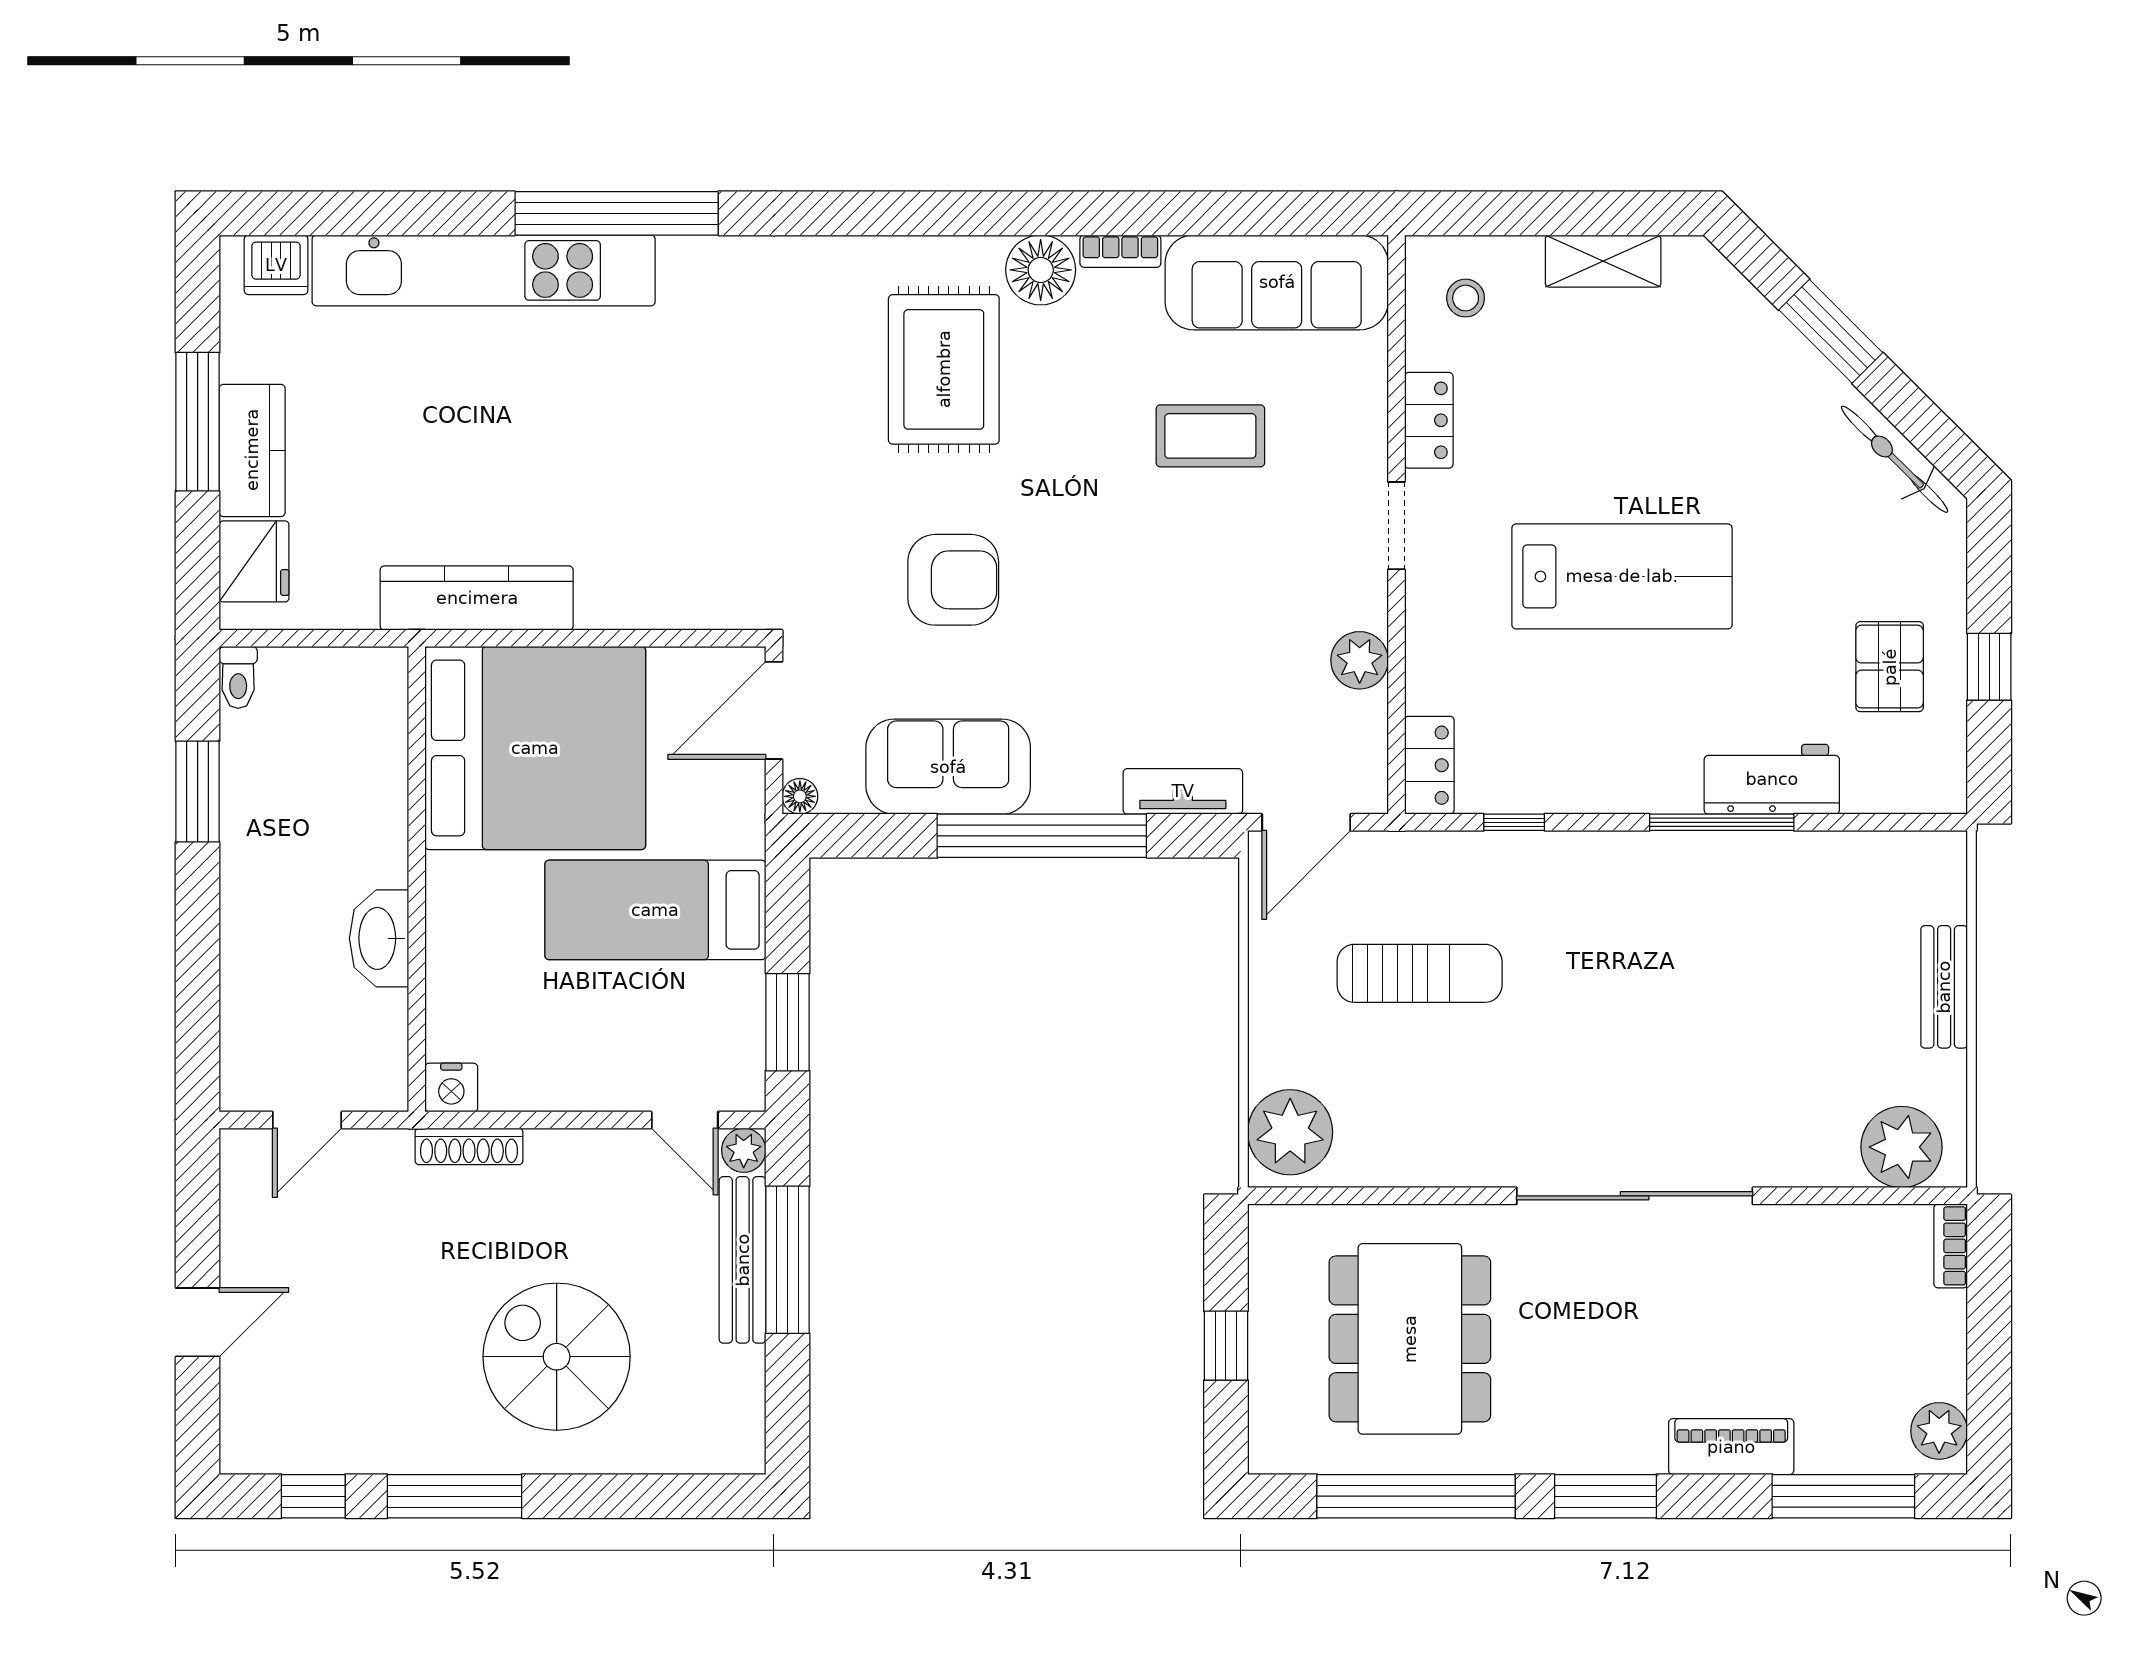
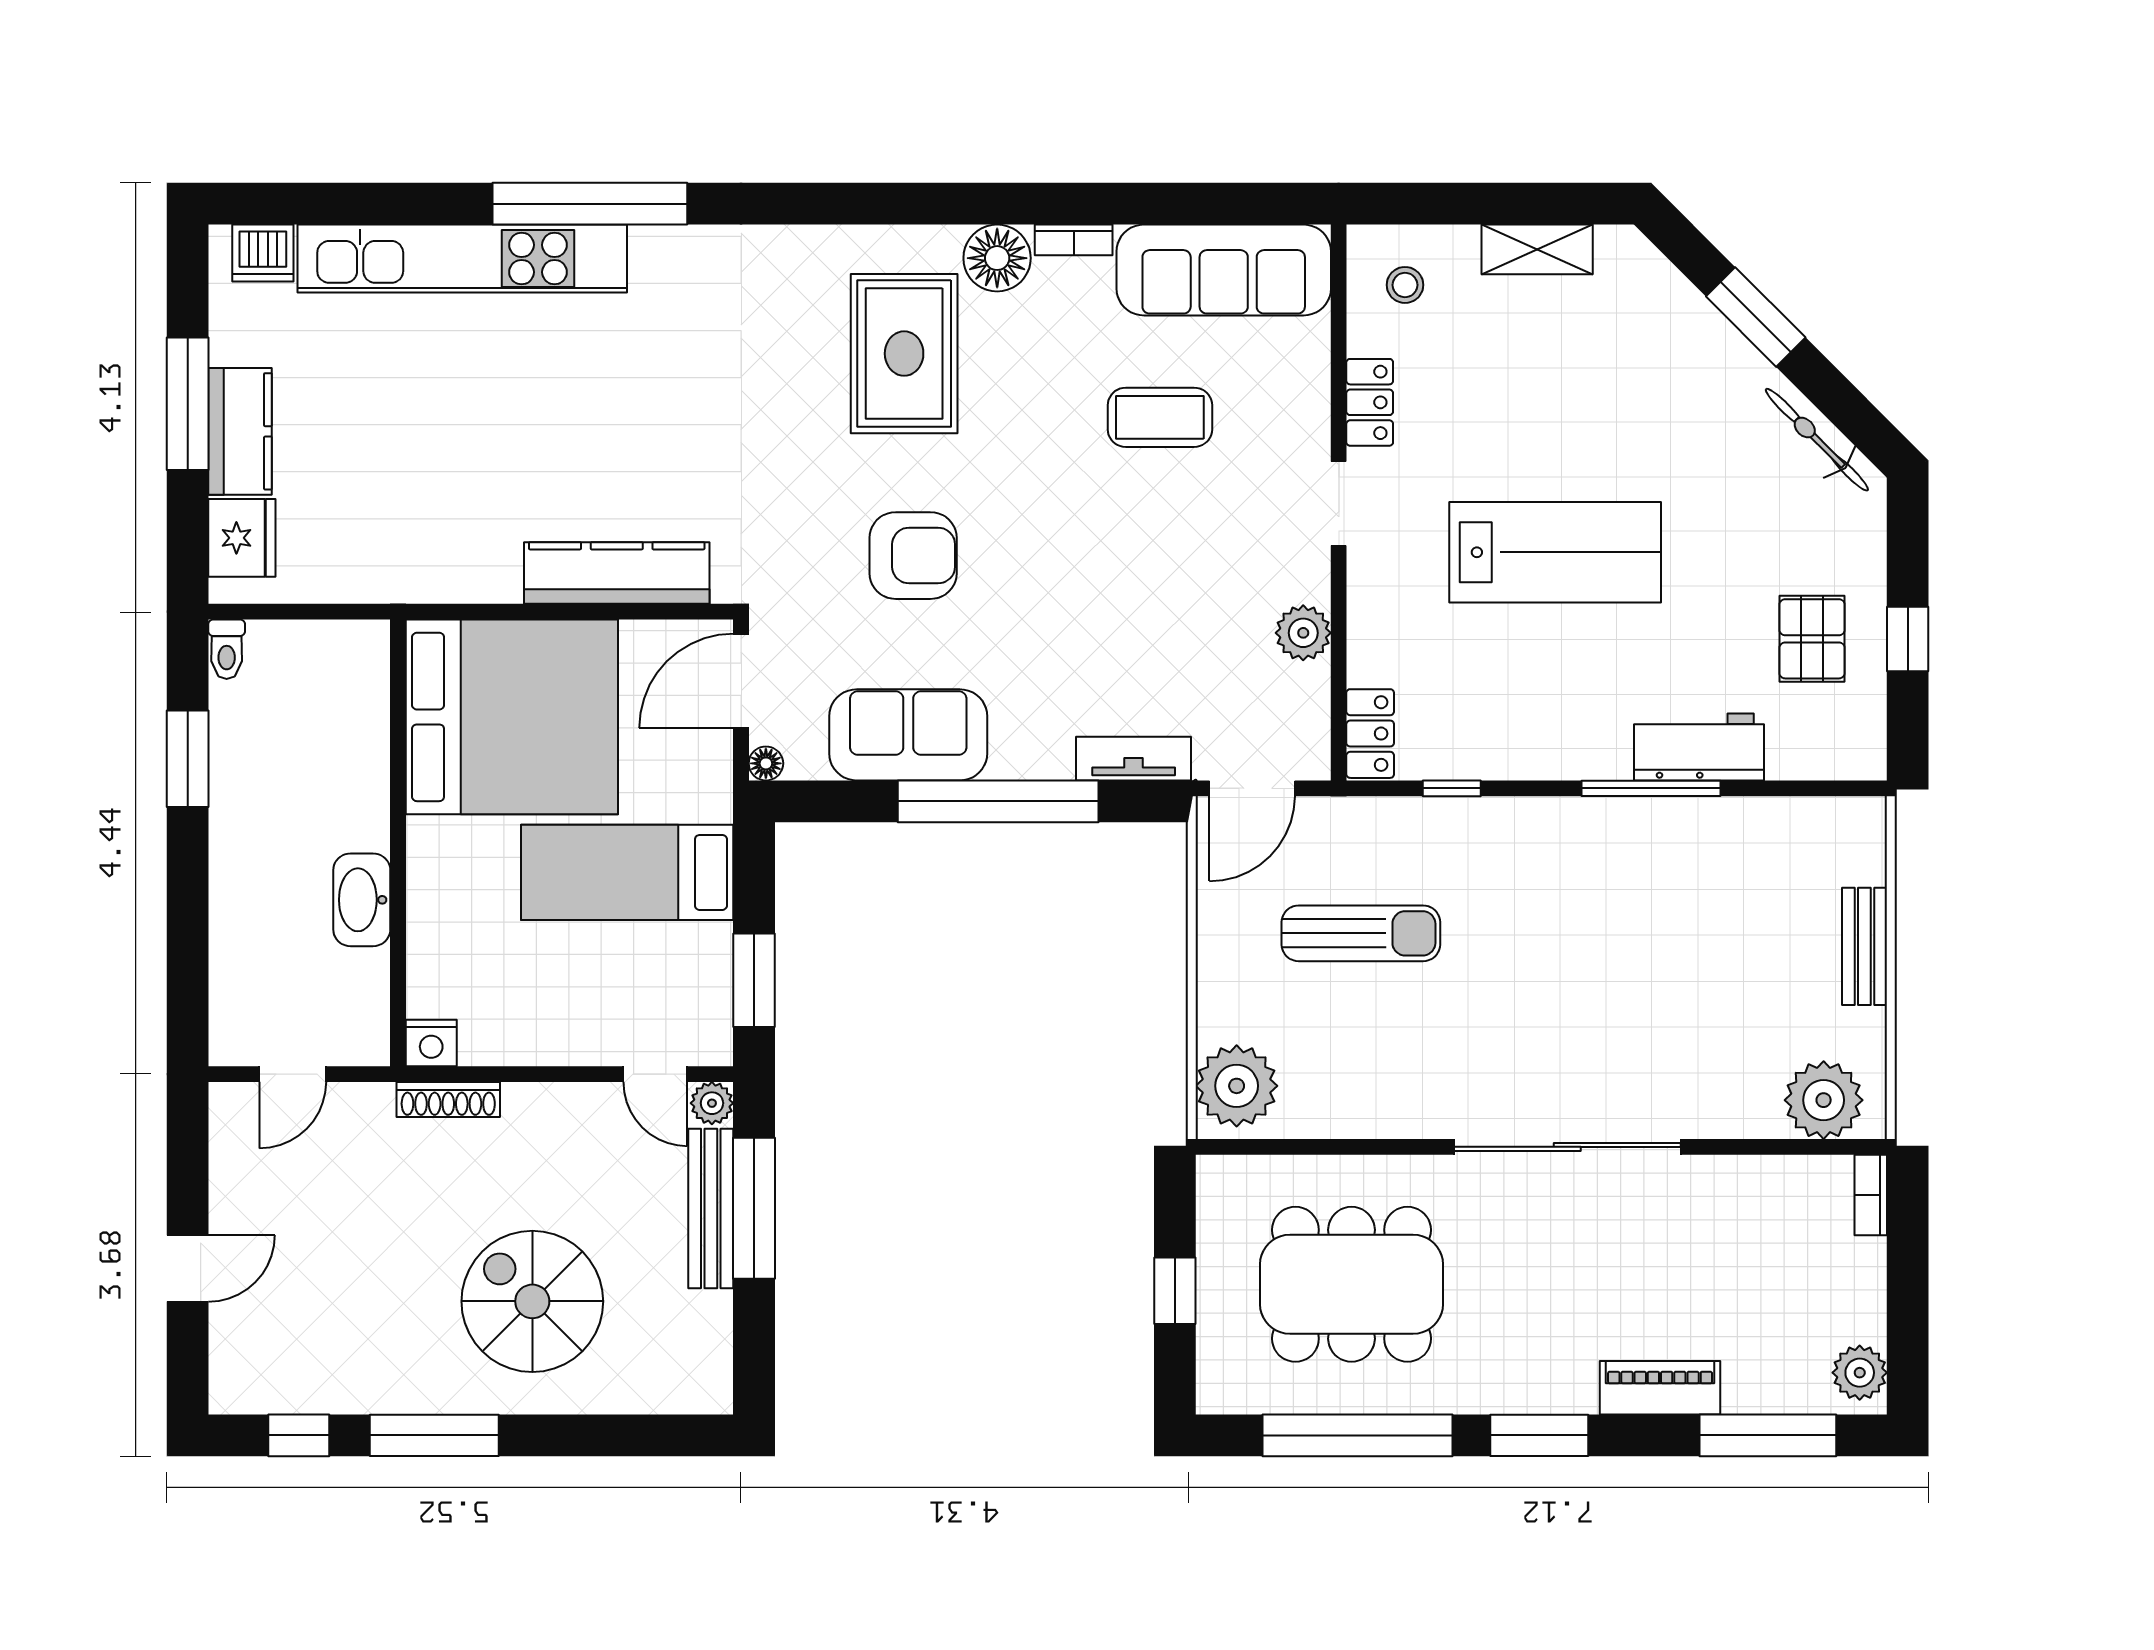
kitchen counter: (477, 598) -> (617, 573), moved
dining table: (1410, 1339) -> (1351, 1284), turned 90

